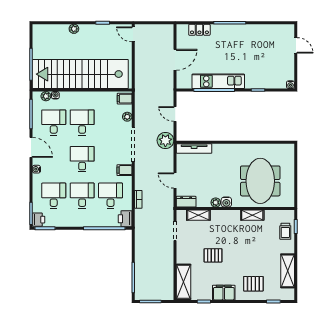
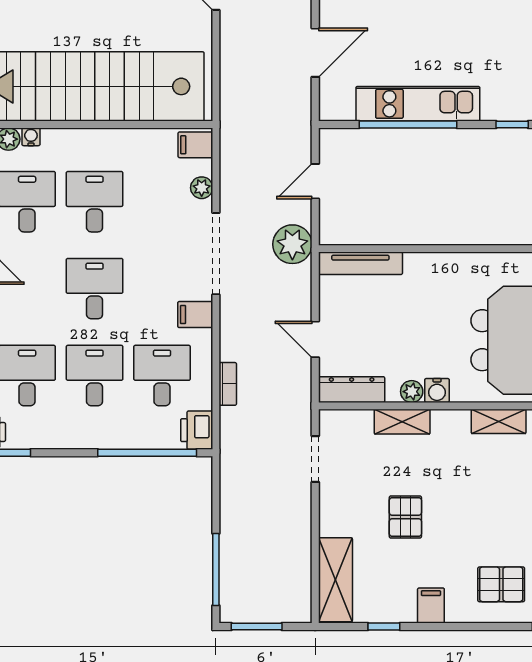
door: (175, 114) -> (315, 181), hinge flipped
dresser: (186, 202) -> (352, 390), width x1.44
shelving: (198, 215) -> (402, 422), moved
pallet: (213, 255) -> (405, 517), turned 90
filing cabinet: (224, 293) -> (431, 606), width x0.50

